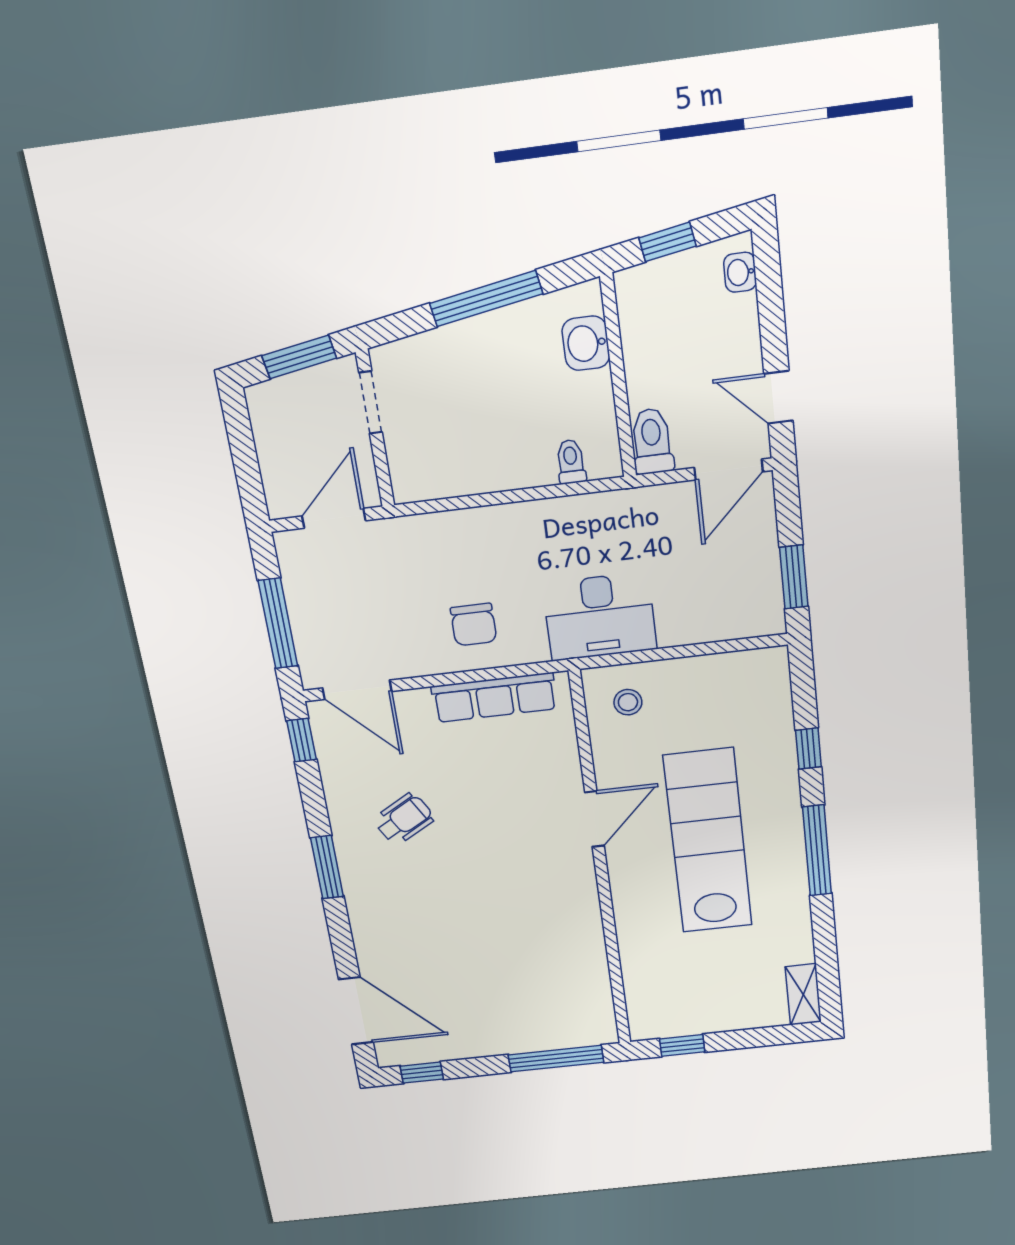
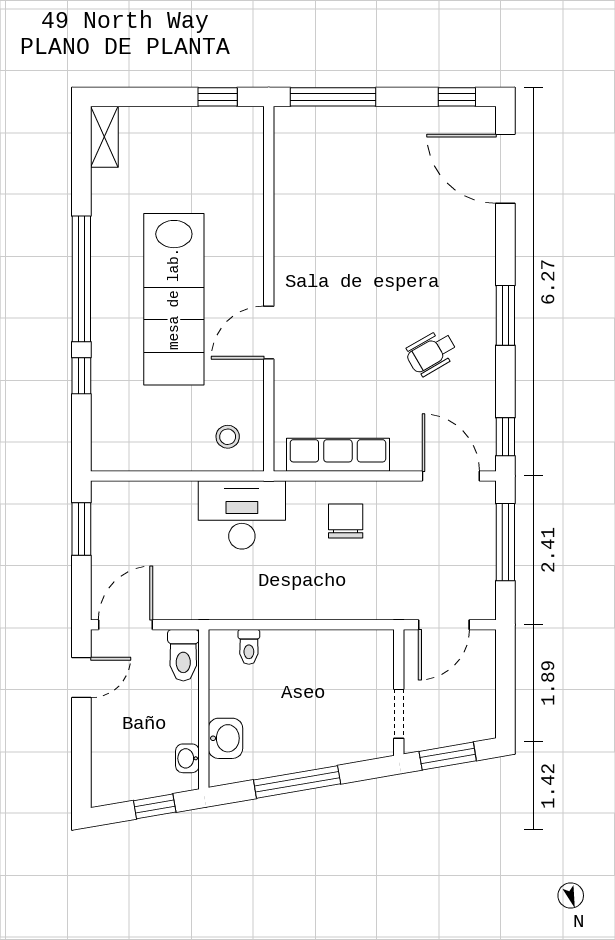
washbasin: (740, 272) -> (187, 758), moved, turned 180
door: (779, 397) -> (81, 677), hinge flipped
window: (817, 851) -> (81, 279), width x1.46

